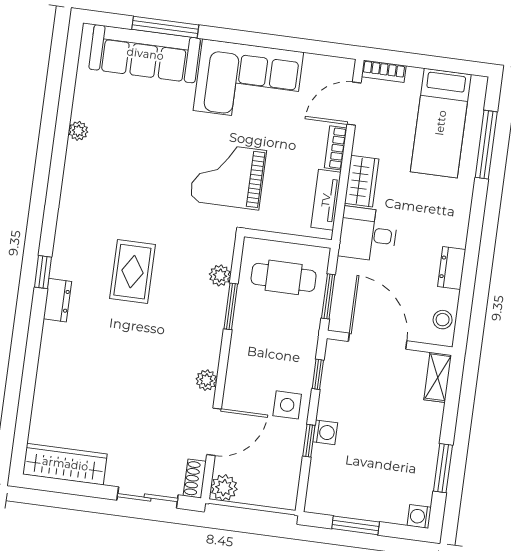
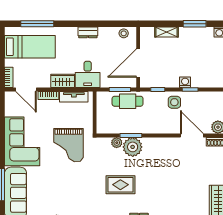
dresser: (452, 268) -> (88, 32), moved
cafe table: (284, 277) -> (128, 101), moved, turned 90
shelving: (438, 377) -> (167, 32), moved
plant: (206, 380) -> (133, 147), moved, width x1.88, depth x1.88

